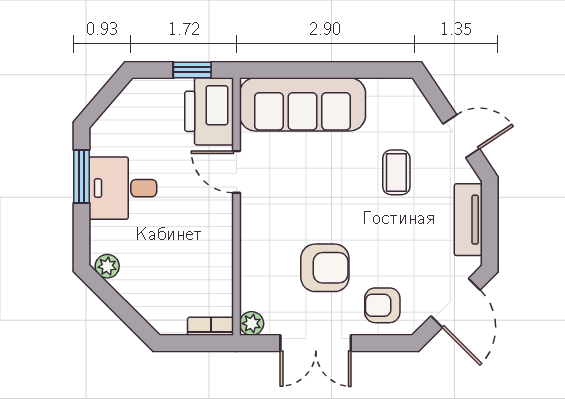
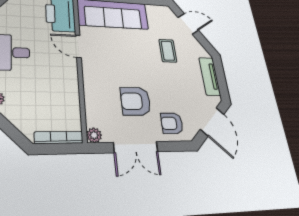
door: (461, 136) -> (188, 24), moved
armchair: (325, 268) -> (136, 101), turned 180
bookcase: (211, 326) -> (59, 137), width x1.56

